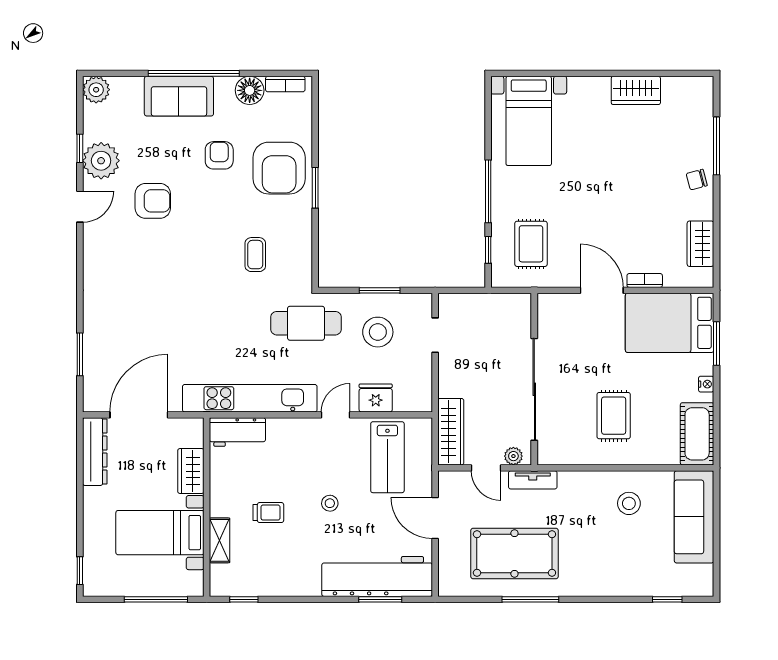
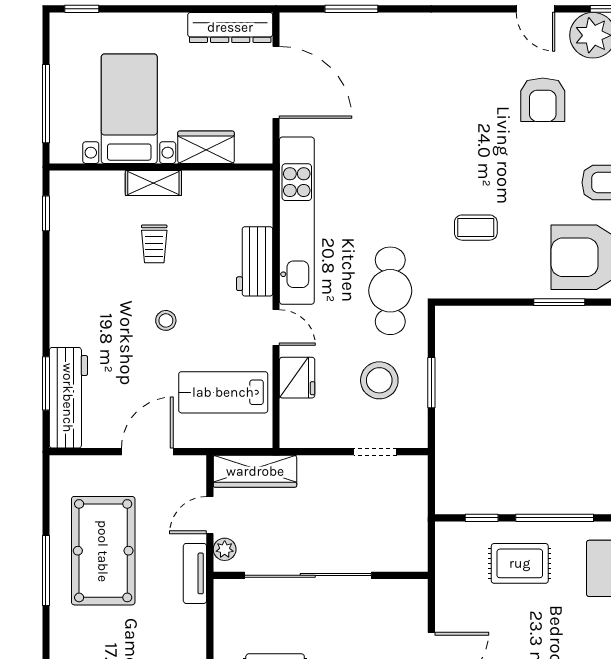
rug: (531, 244) -> (520, 563), moved
workbench: (237, 432) -> (255, 261), moved
shelving: (220, 540) -> (153, 183), moved
workbench: (377, 576) -> (68, 398), width x0.73, depth x0.76

